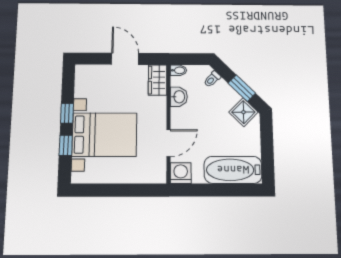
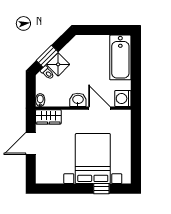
window: (242, 88) -> (47, 56), moved
washbasin: (179, 97) -> (78, 100), moved
shower: (243, 112) -> (58, 64), moved
window: (67, 113) -> (76, 189), removed

